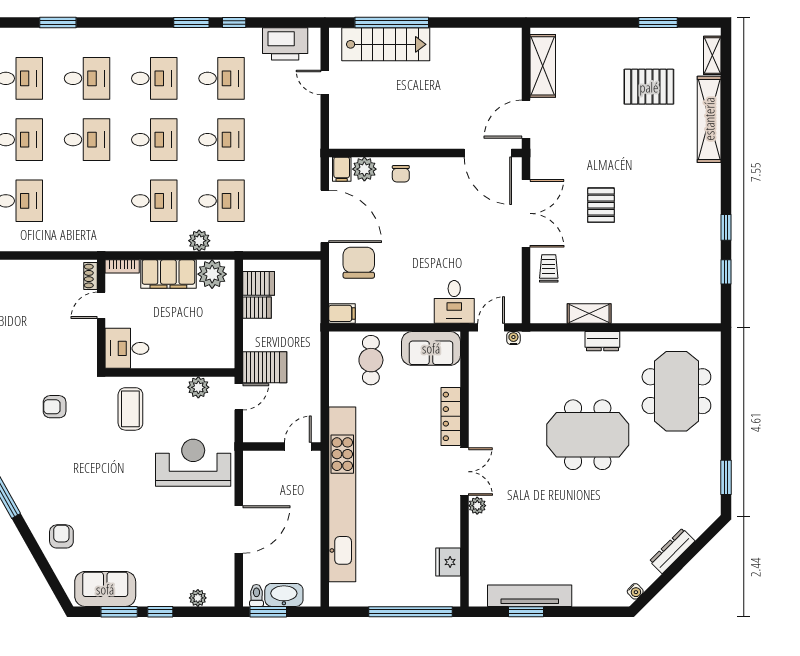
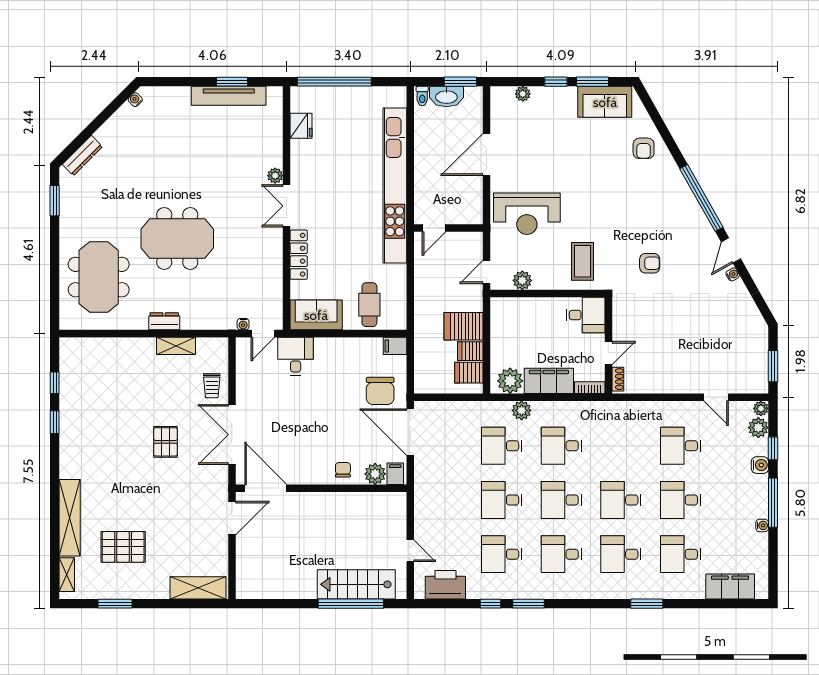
shelving: (543, 66) -> (198, 588), moved, turned 90
server rack: (265, 367) -> (463, 326), moved
dresser: (672, 551) -> (82, 155), moved
toilet: (256, 595) -> (422, 96), moved

